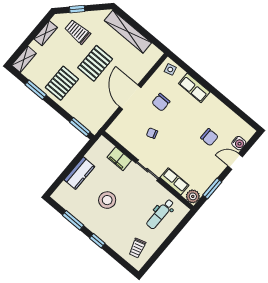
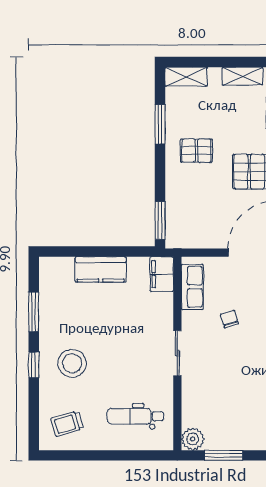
pallet: (62, 83) -> (196, 151), width x0.67, depth x0.71
filing cabinet: (119, 159) -> (162, 274), moved
row of seats: (175, 181) -> (192, 287), moved
stool: (107, 200) -> (72, 363), moved

